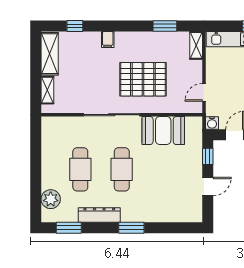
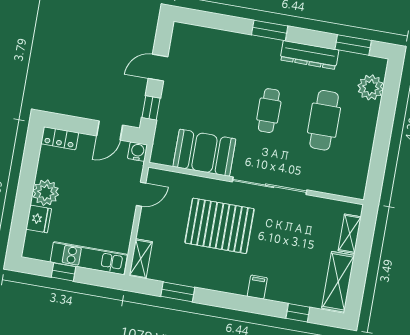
cafe table: (122, 169) -> (269, 111), width x0.73, depth x0.74

